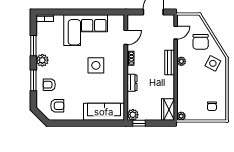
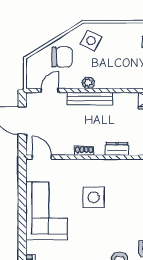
door: (176, 33) -> (50, 91), hinge flipped
door: (126, 37) -> (42, 157), moved
bench: (170, 62) -> (90, 99), width x1.36

